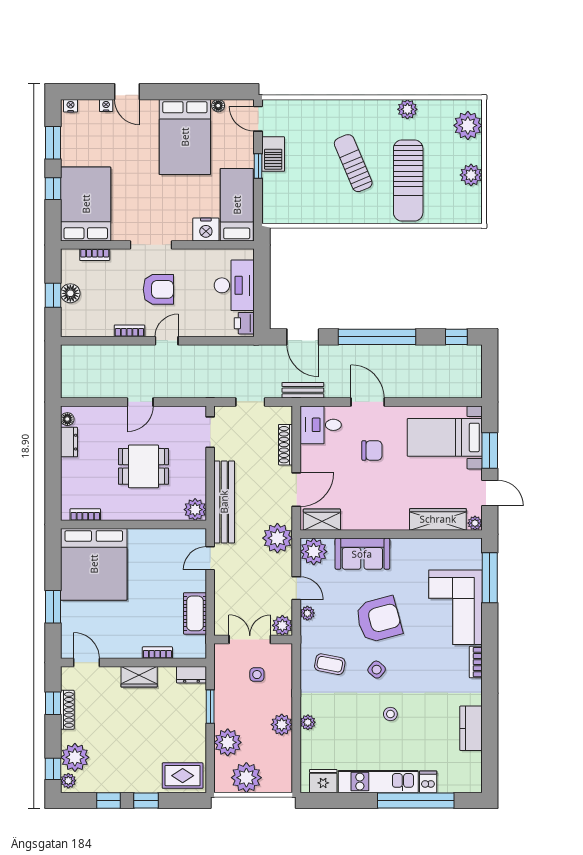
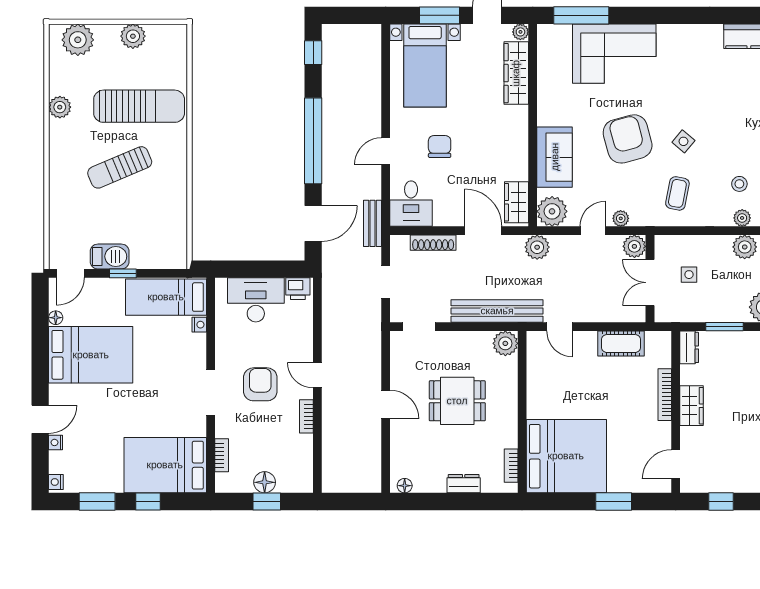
nightstand: (206, 229) -> (199, 325), width x0.53, depth x0.56
door: (368, 402) -> (386, 151), width x0.73
dresser: (69, 442) -> (464, 484), moved
dining table: (143, 466) -> (457, 401), turned 90
plant: (277, 538) -> (537, 247), width x0.73, depth x0.73
bookcase: (157, 653) -> (665, 395), width x1.56
bookcase: (476, 662) -> (675, 31), removed
shoe rack: (67, 710) -> (728, 486), removed
stool: (390, 714) -> (739, 184), moved

